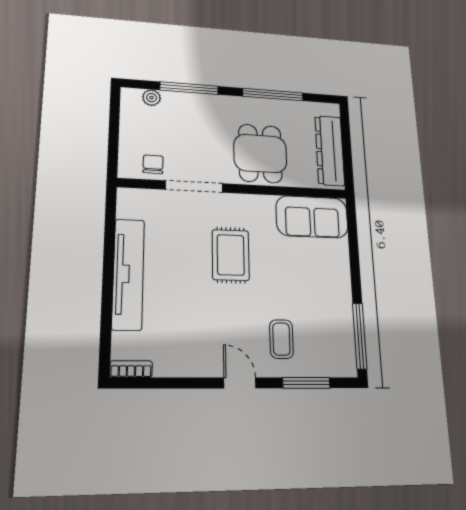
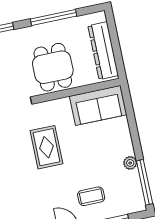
plant: (344, 304) -> (130, 163), added
coffee table: (281, 339) -> (91, 196), turned 90

